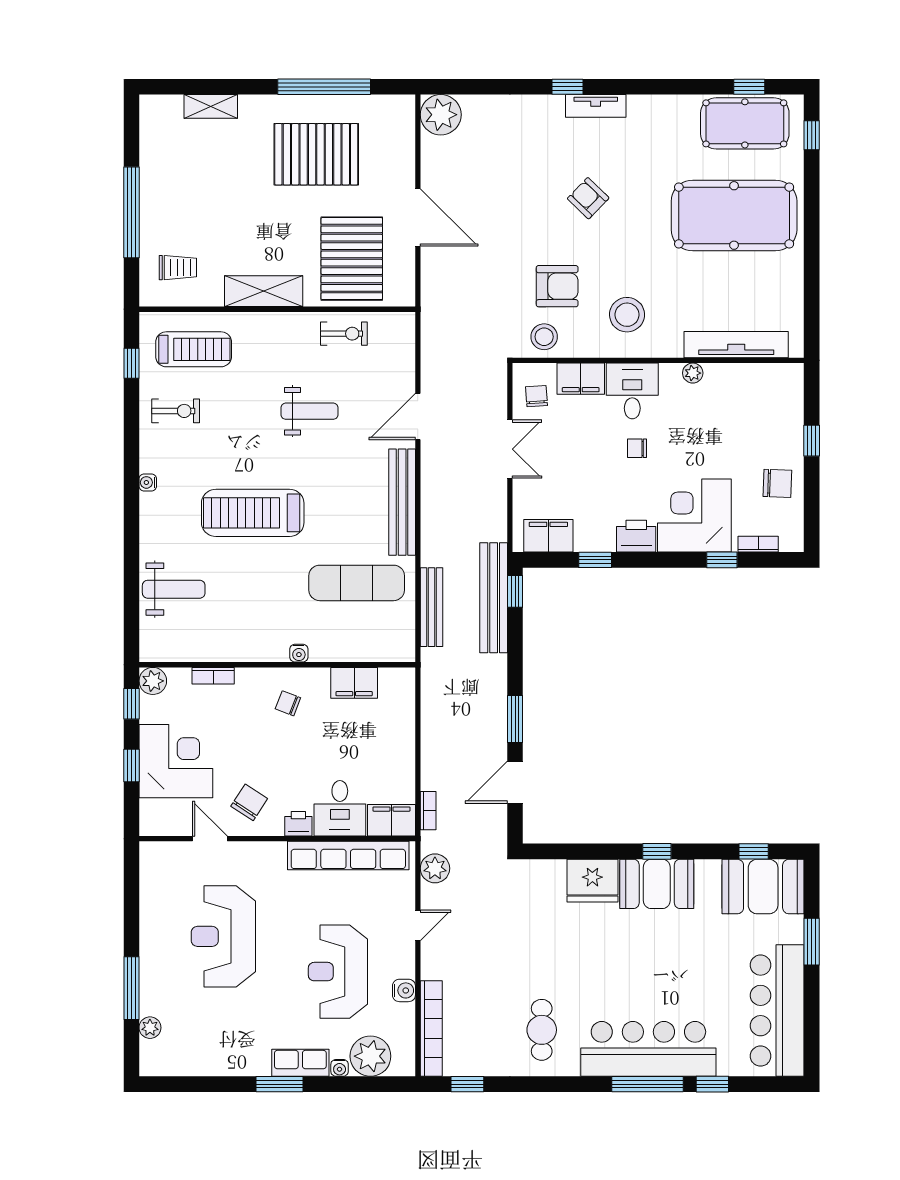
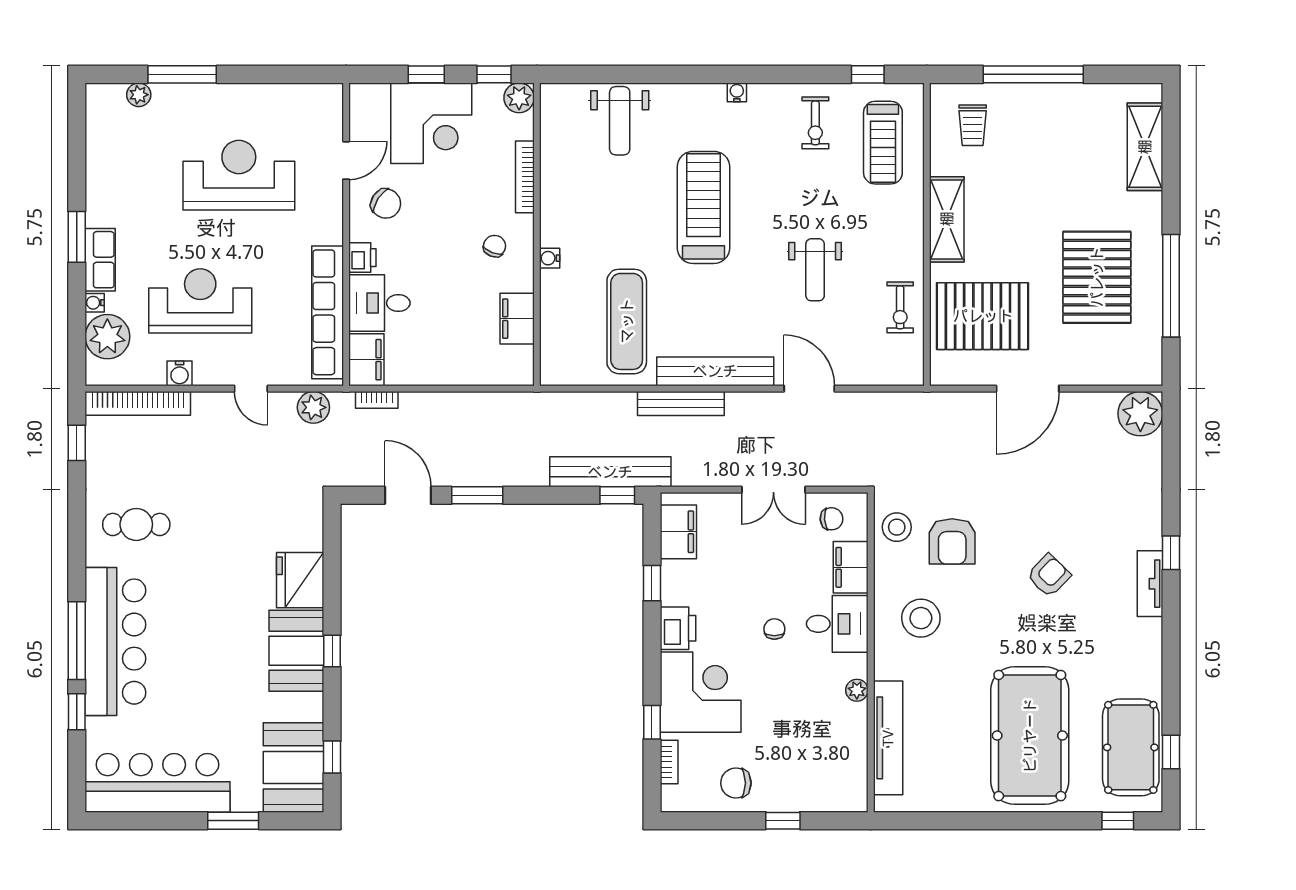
shelving: (211, 106) -> (1145, 147), width x1.50, depth x1.33
chair: (777, 483) -> (736, 783), turned 88
bench: (431, 607) -> (681, 404), moved
bookcase: (213, 676) -> (525, 177), width x1.56

